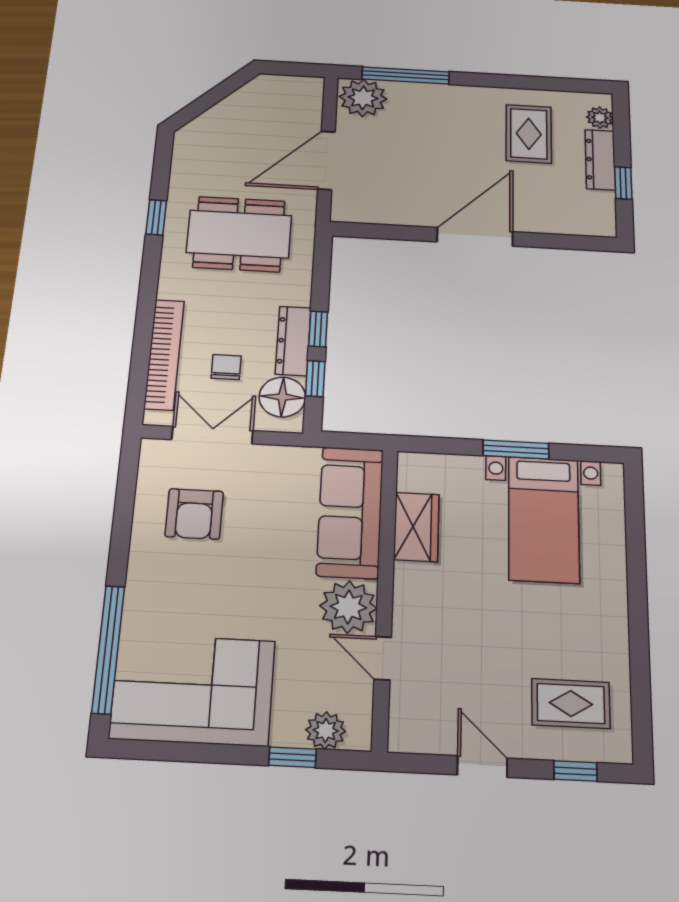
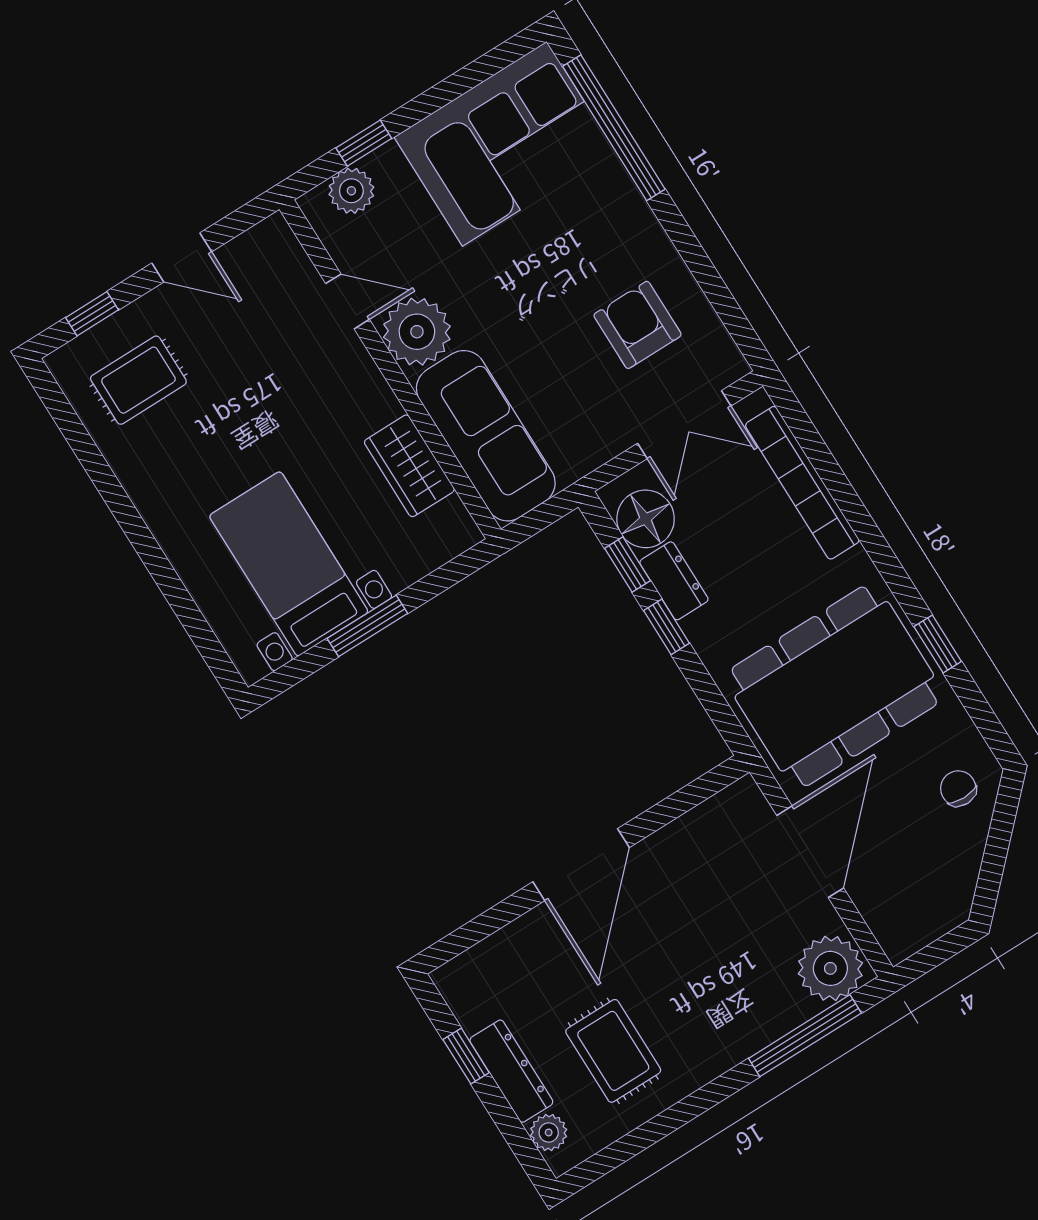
dining table: (239, 234) -> (834, 686), width x1.36, depth x1.24
dresser: (293, 341) -> (674, 581), width x0.70
chair: (226, 367) -> (958, 788), moved, turned 180

